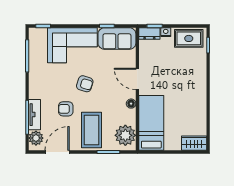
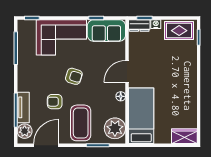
door: (137, 79) -> (127, 71), hinge flipped

